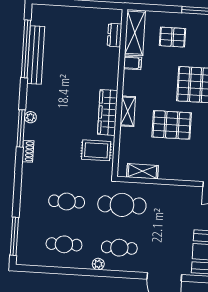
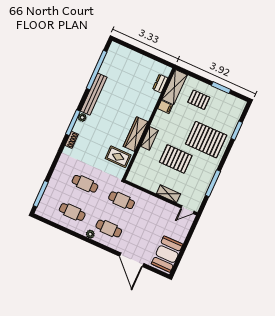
bench: (36, 55) -> (94, 94), moved
shelving: (142, 171) -> (168, 194), moved
cafe table: (122, 205) -> (122, 200), width x0.73, depth x0.74

